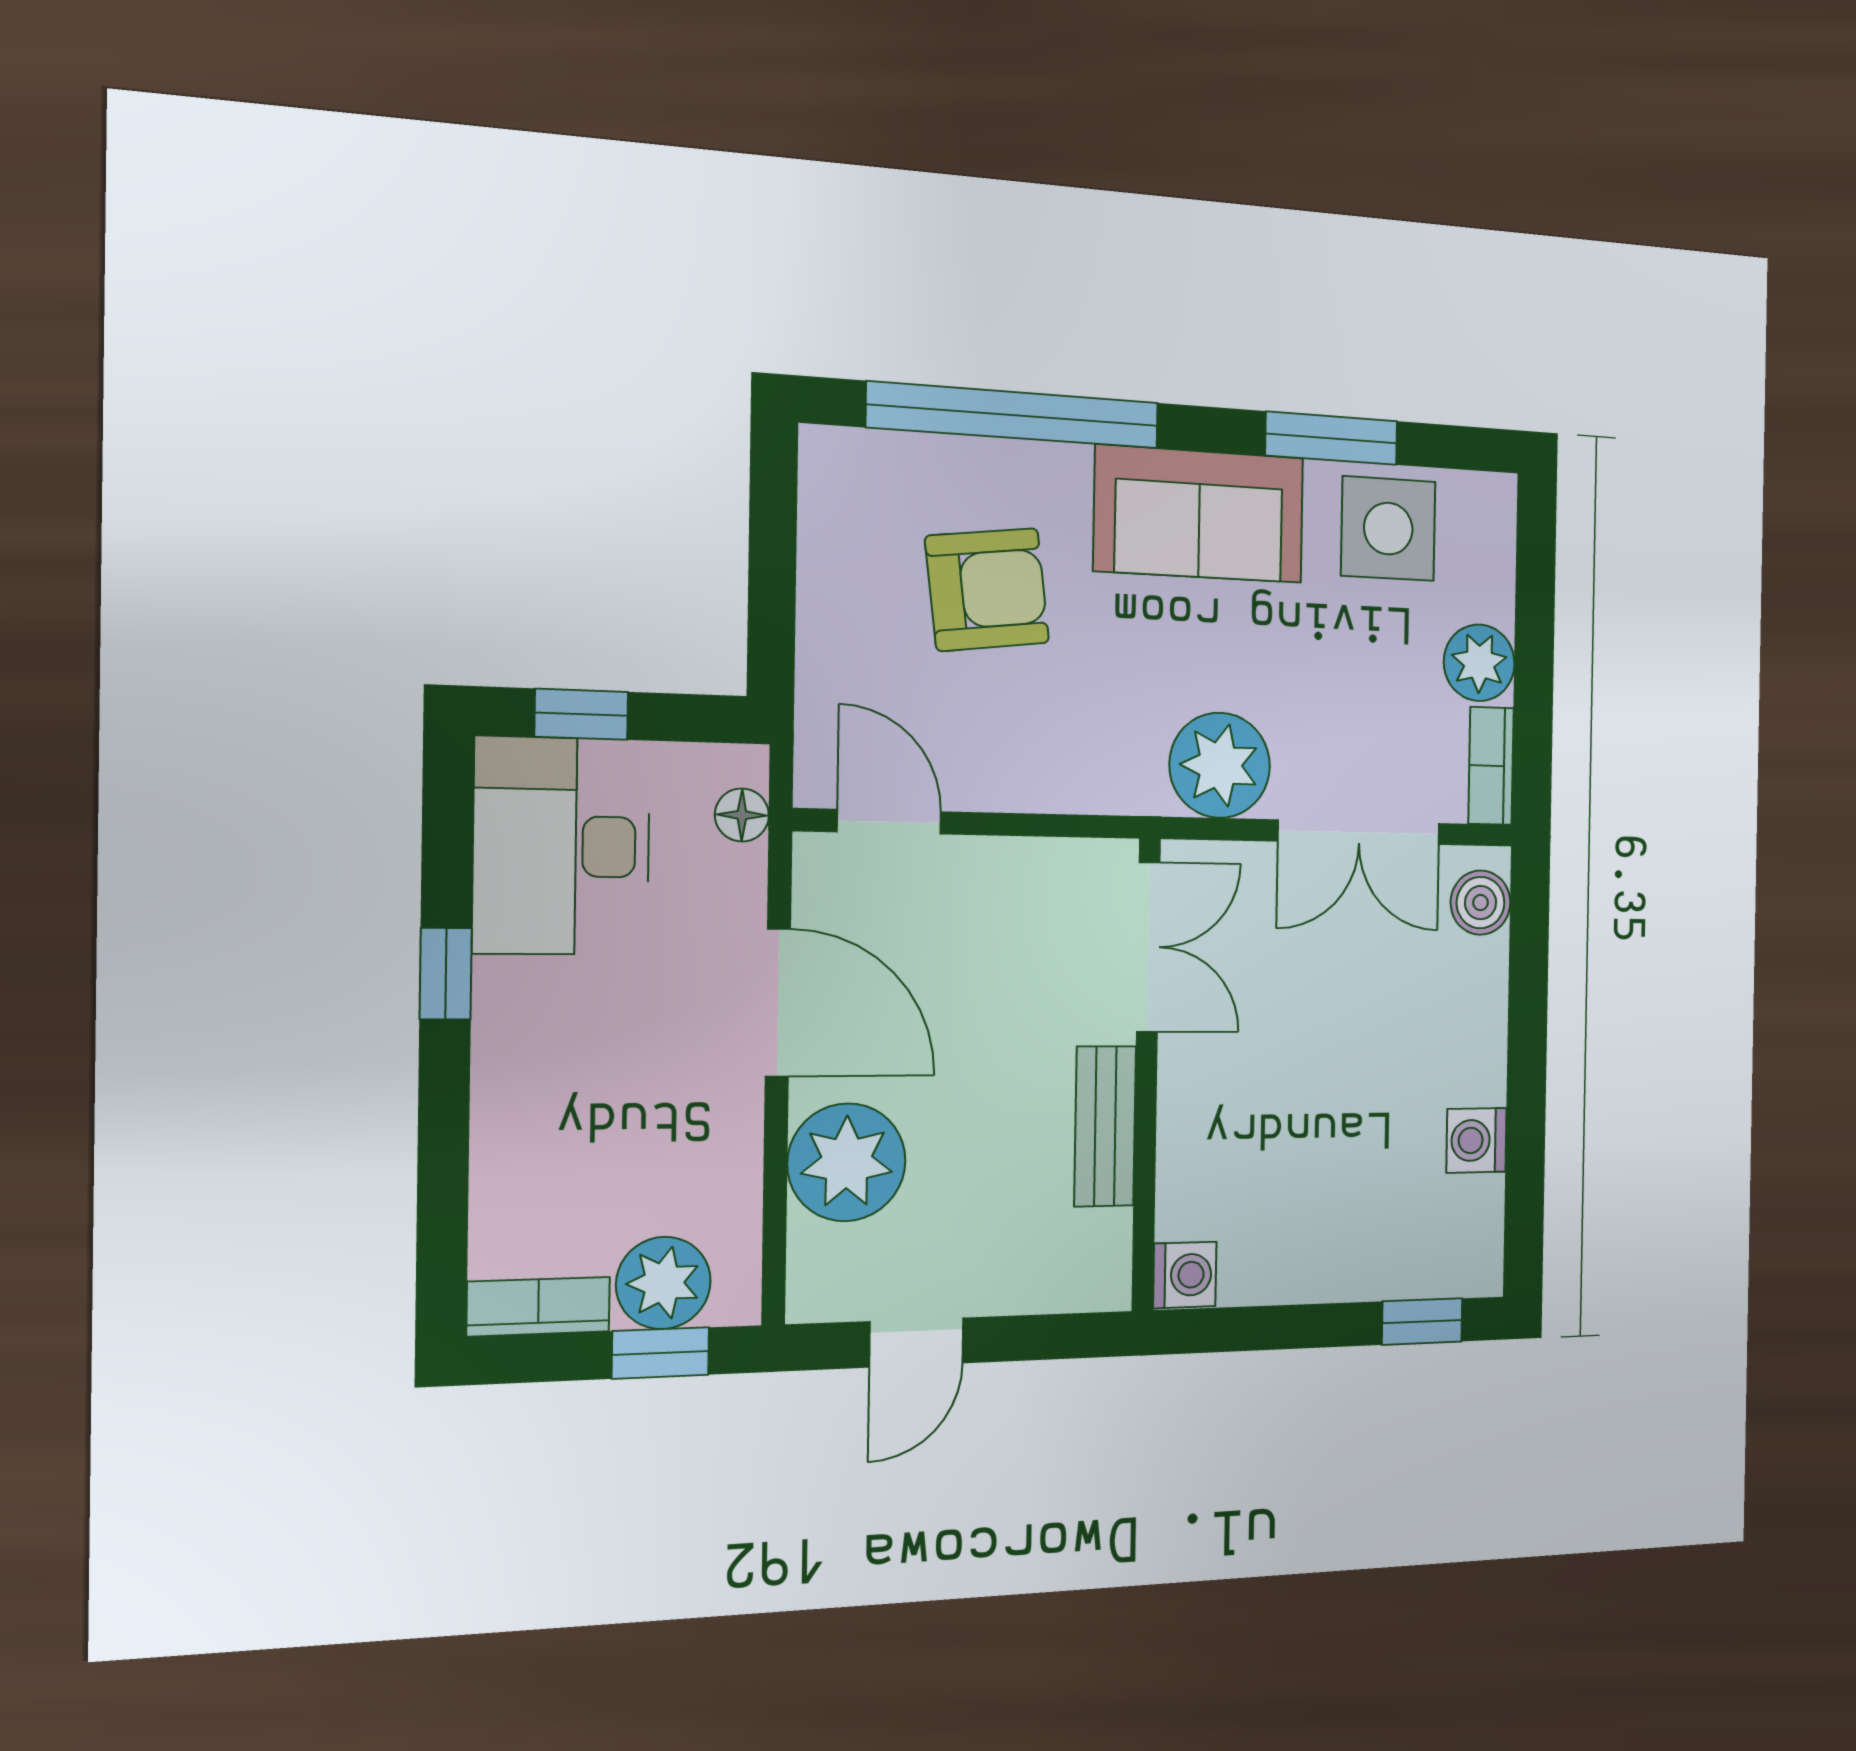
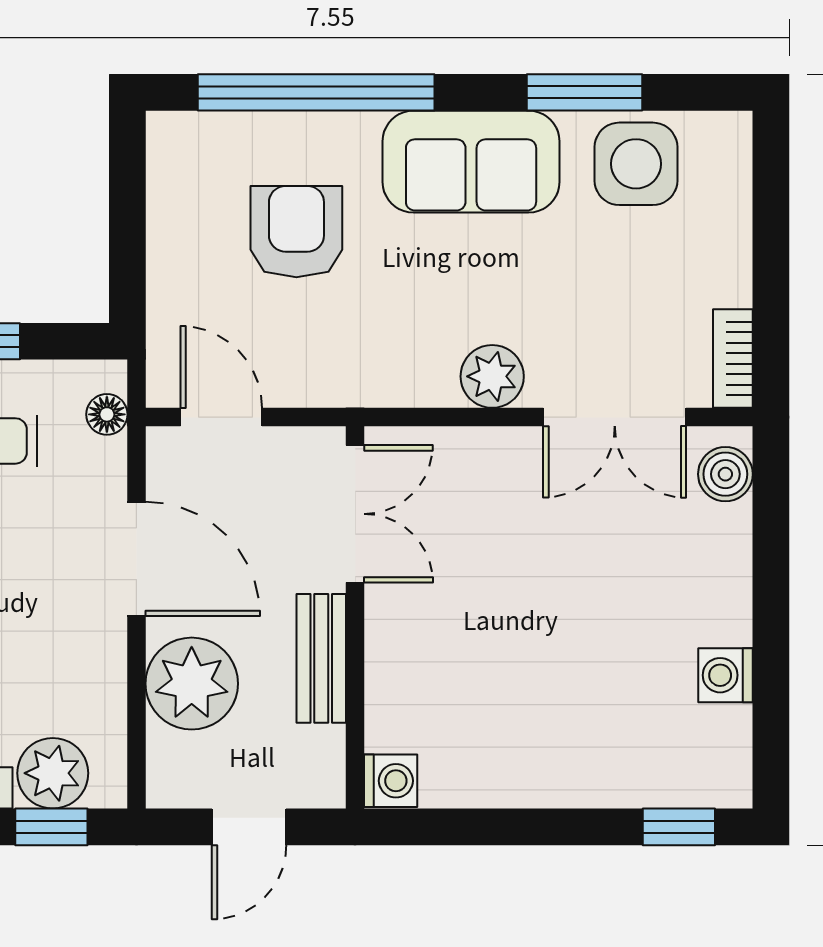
armchair: (987, 590) -> (296, 232), turned -83
plant: (1479, 663) -> (720, 272), removed
plant: (1220, 765) -> (492, 376), width x0.73, depth x0.73
double door: (1148, 947) -> (355, 514), moved
wall: (1146, 1075) -> (355, 617), moved
bench: (1105, 1126) -> (321, 658), moved
washing machine: (1185, 1275) -> (391, 781), moved

